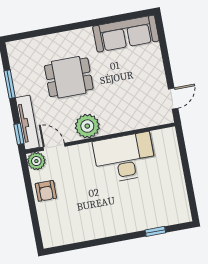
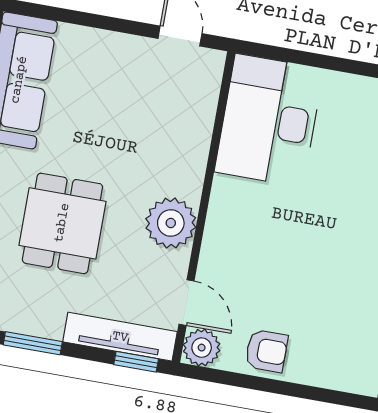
door: (54, 147) -> (187, 303), swing flipped
desk: (125, 158) -> (269, 120), moved

